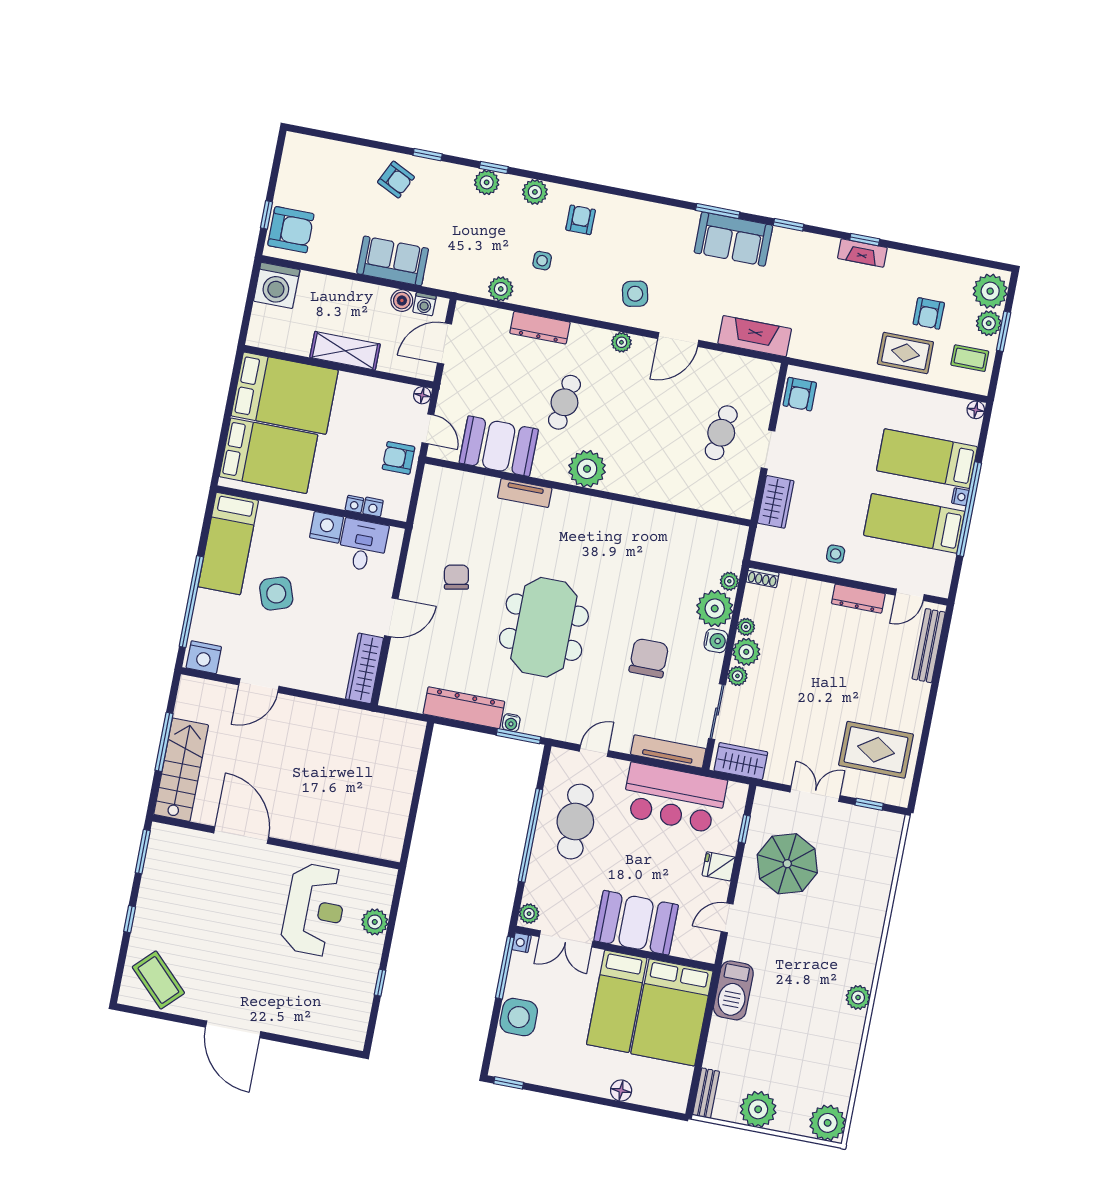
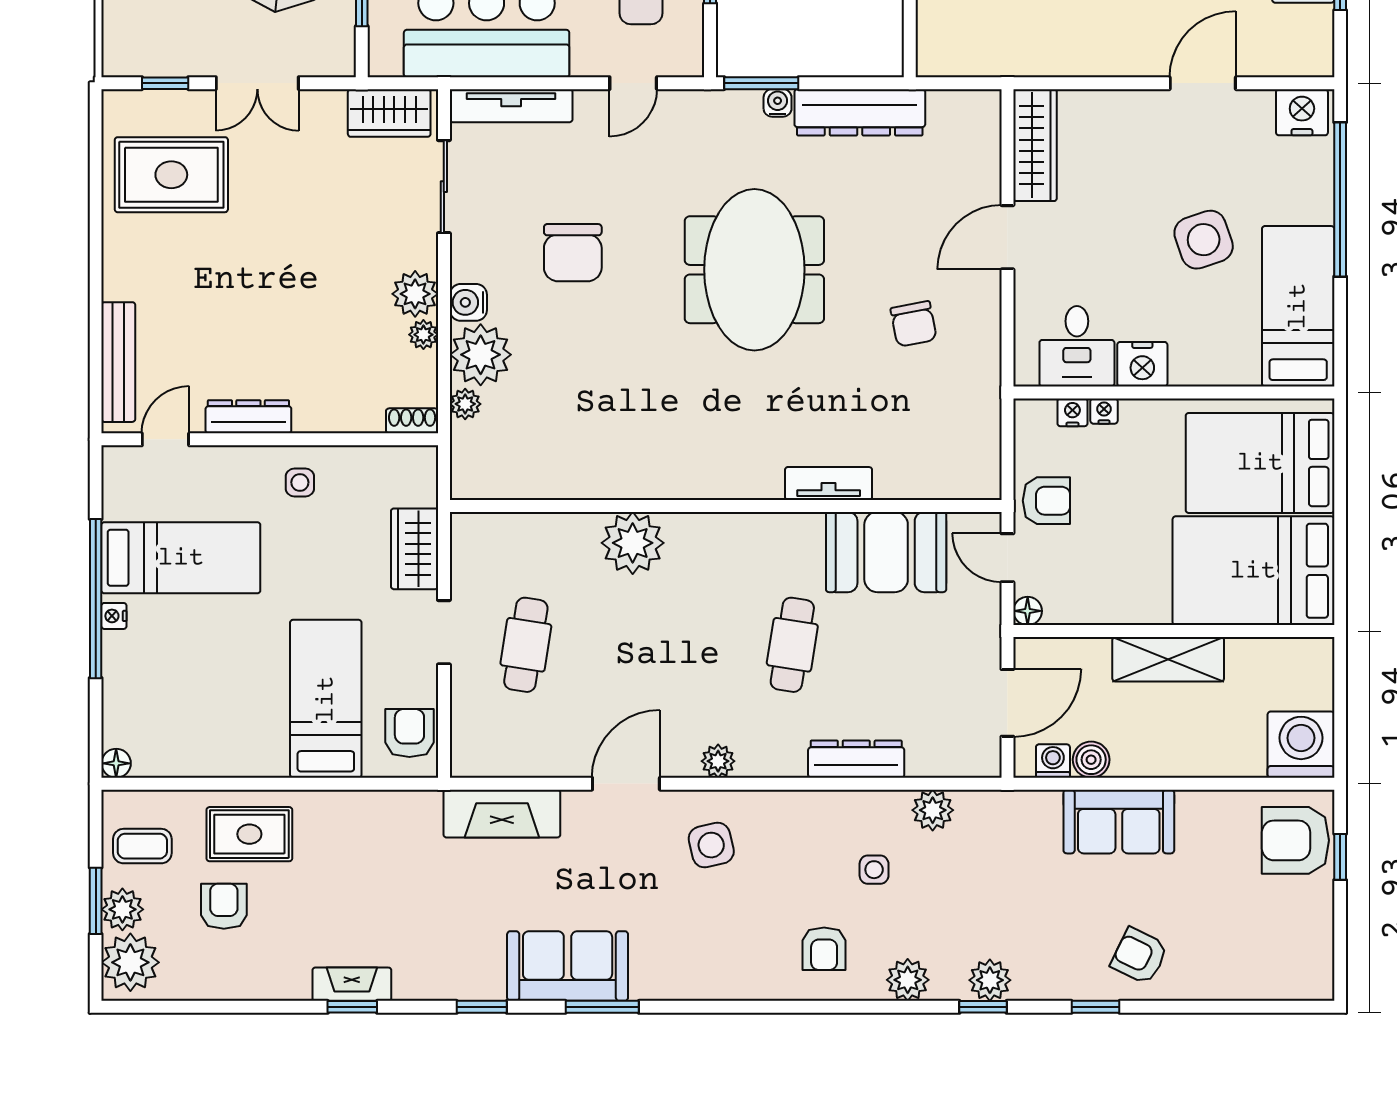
bed: (927, 459) -> (326, 699), moved, turned -90
plant: (587, 469) -> (633, 543), moved
plant: (737, 676) -> (422, 251), removed

